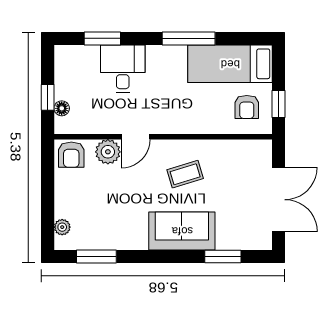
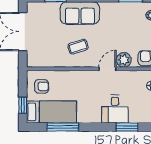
window: (189, 38) -> (63, 127), moved
window: (279, 104) -> (23, 105), moved
armchair: (247, 107) -> (42, 86), turned 90

